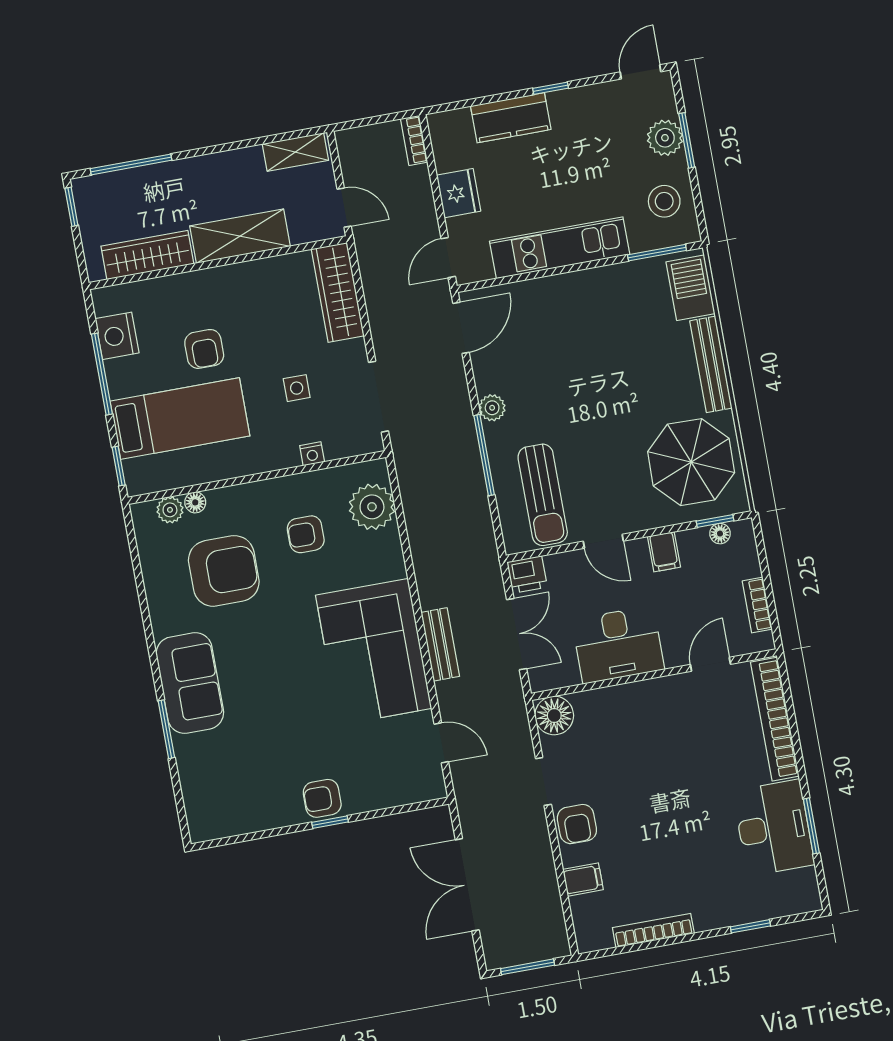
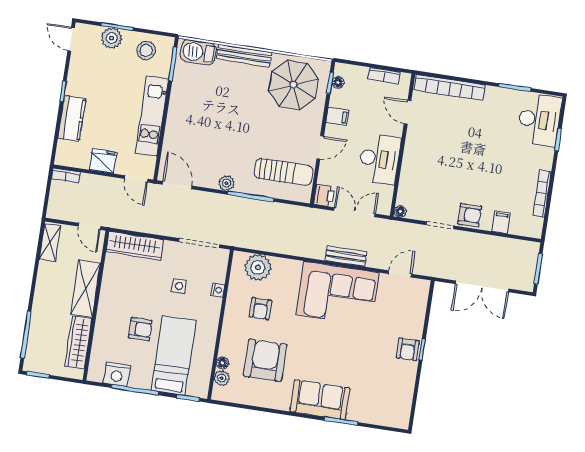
door: (344, 208) -> (89, 226), swing flipped
floor lamp: (554, 715) -> (400, 211), width x0.53, depth x0.53
desk: (774, 828) -> (539, 120), moved, turned 90

